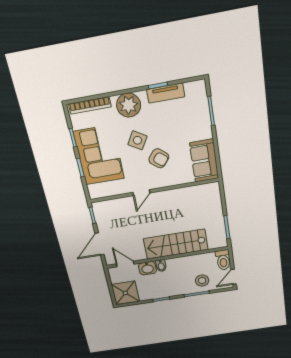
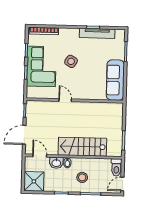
tv unit: (166, 93) -> (97, 33), width x1.41
plant: (129, 105) -> (70, 36), removed
armchair: (159, 158) -> (83, 77), removed
sofa: (204, 161) -> (115, 80), width x1.36
door: (141, 193) -> (65, 100), swing flipped
stool: (202, 281) -> (82, 177), moved

